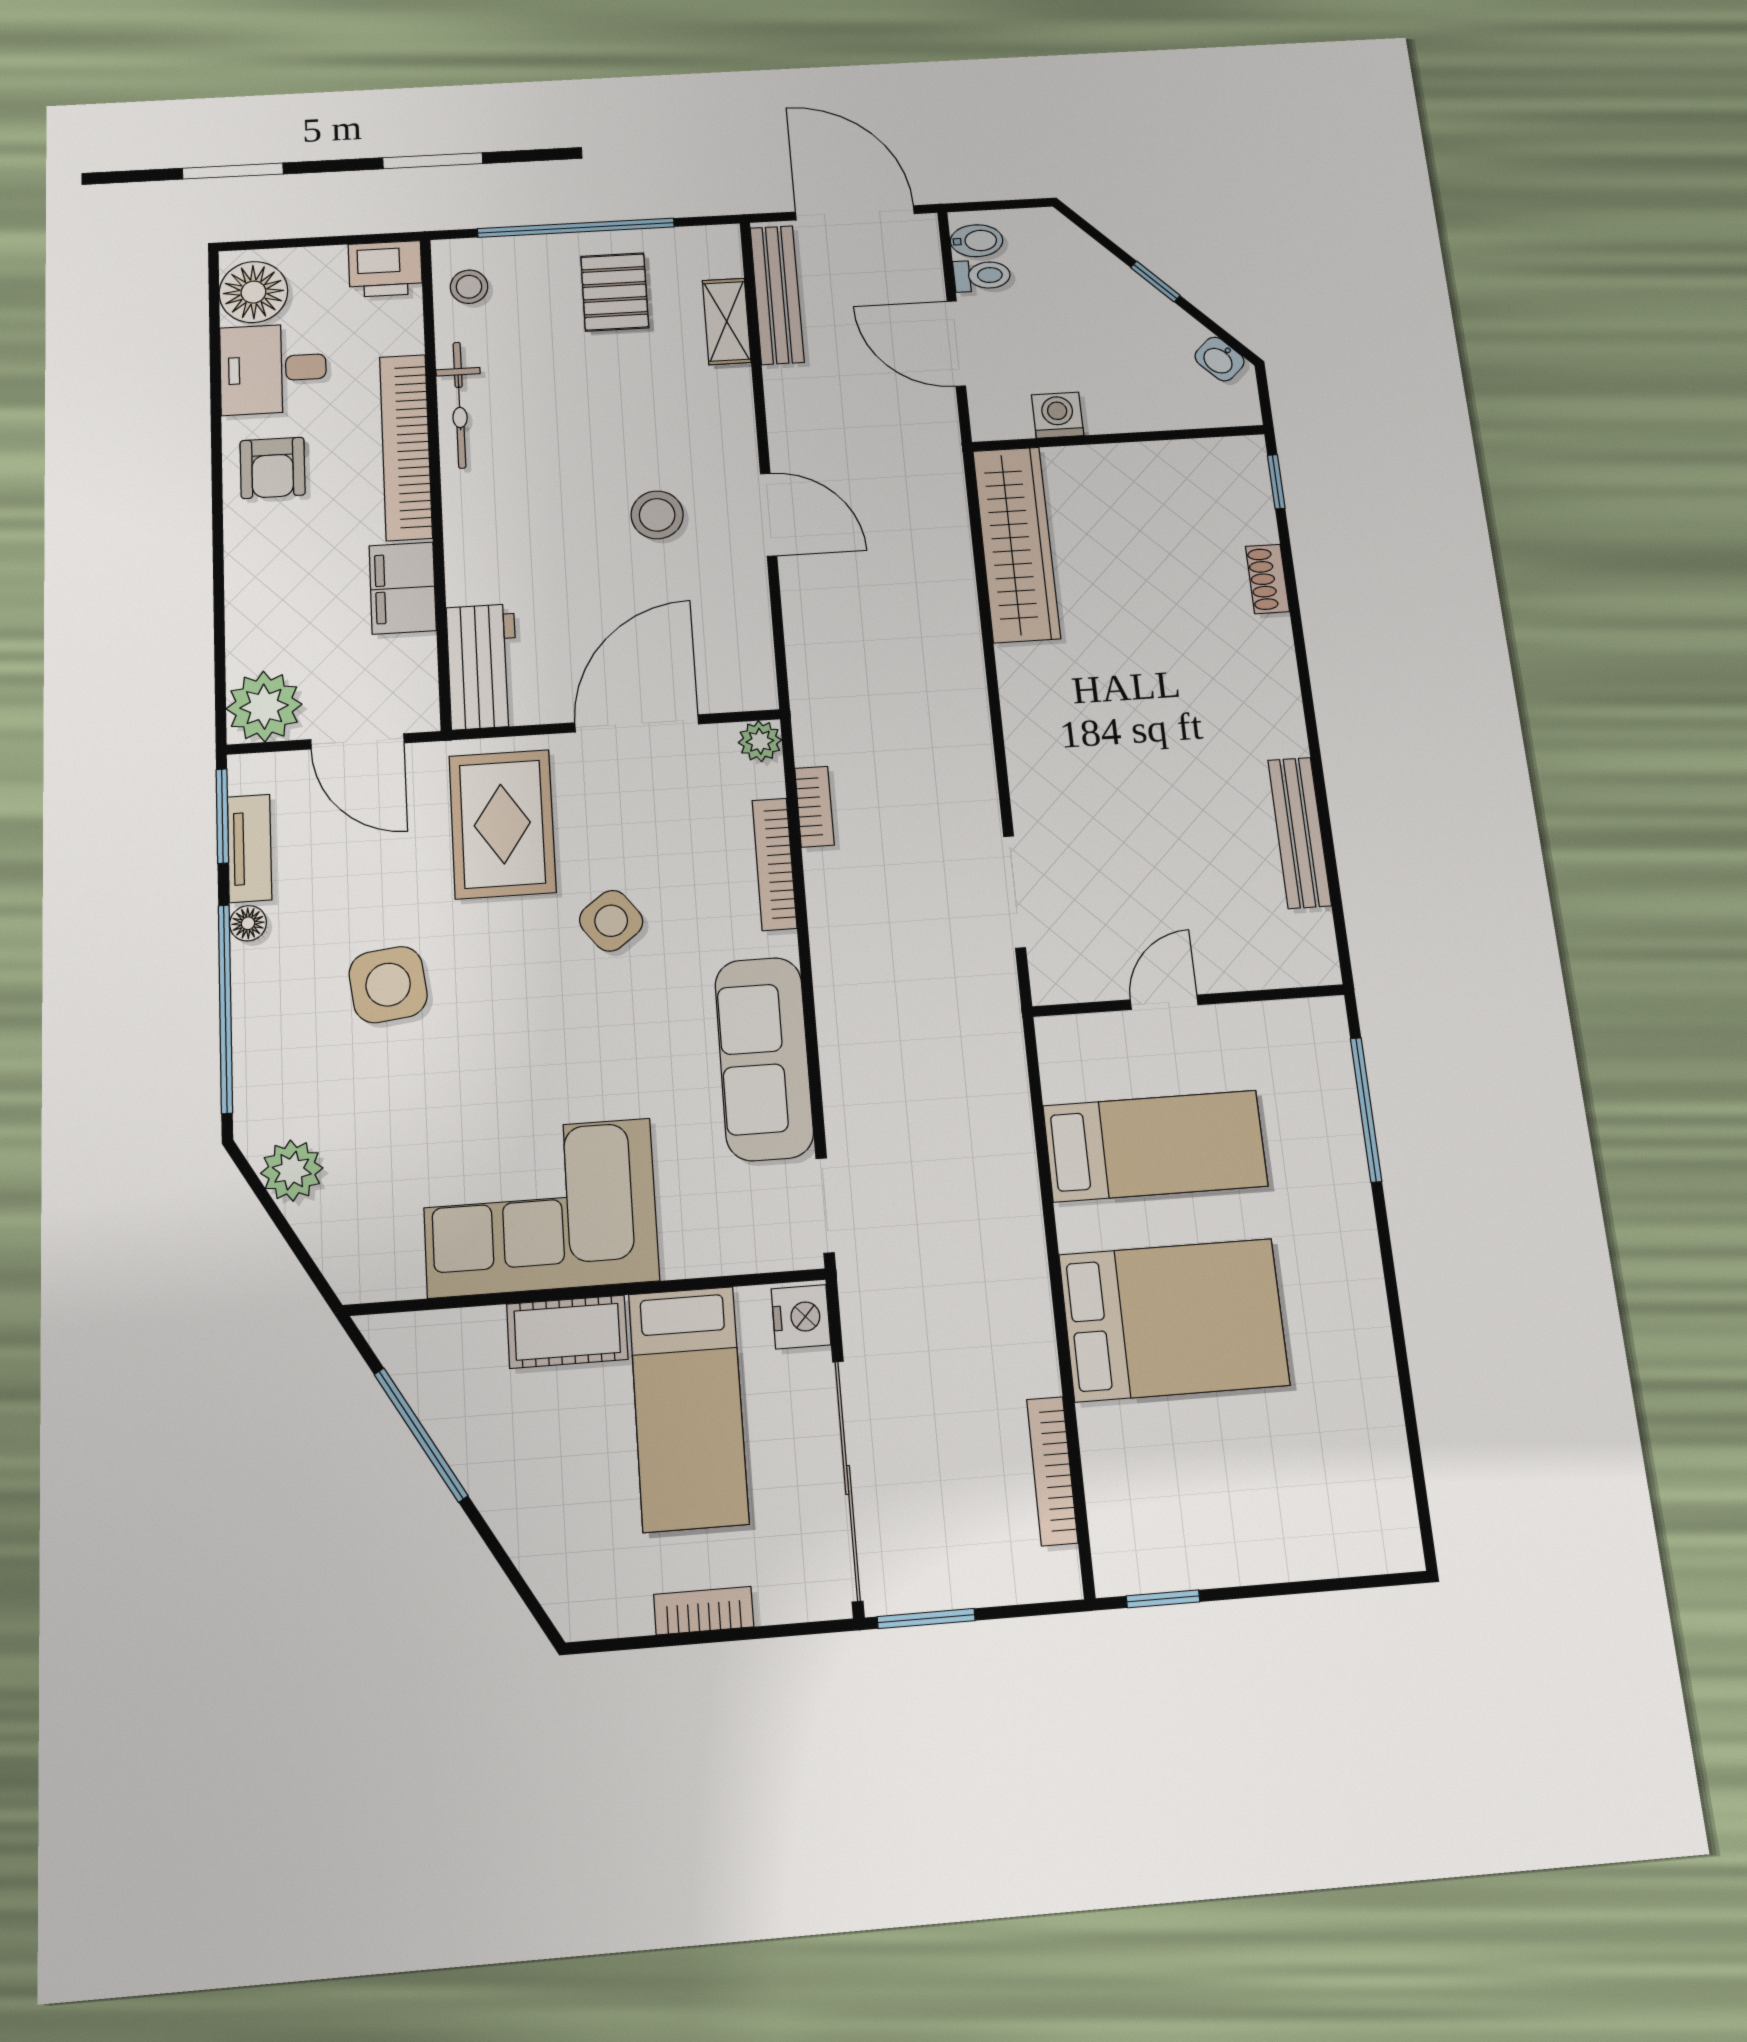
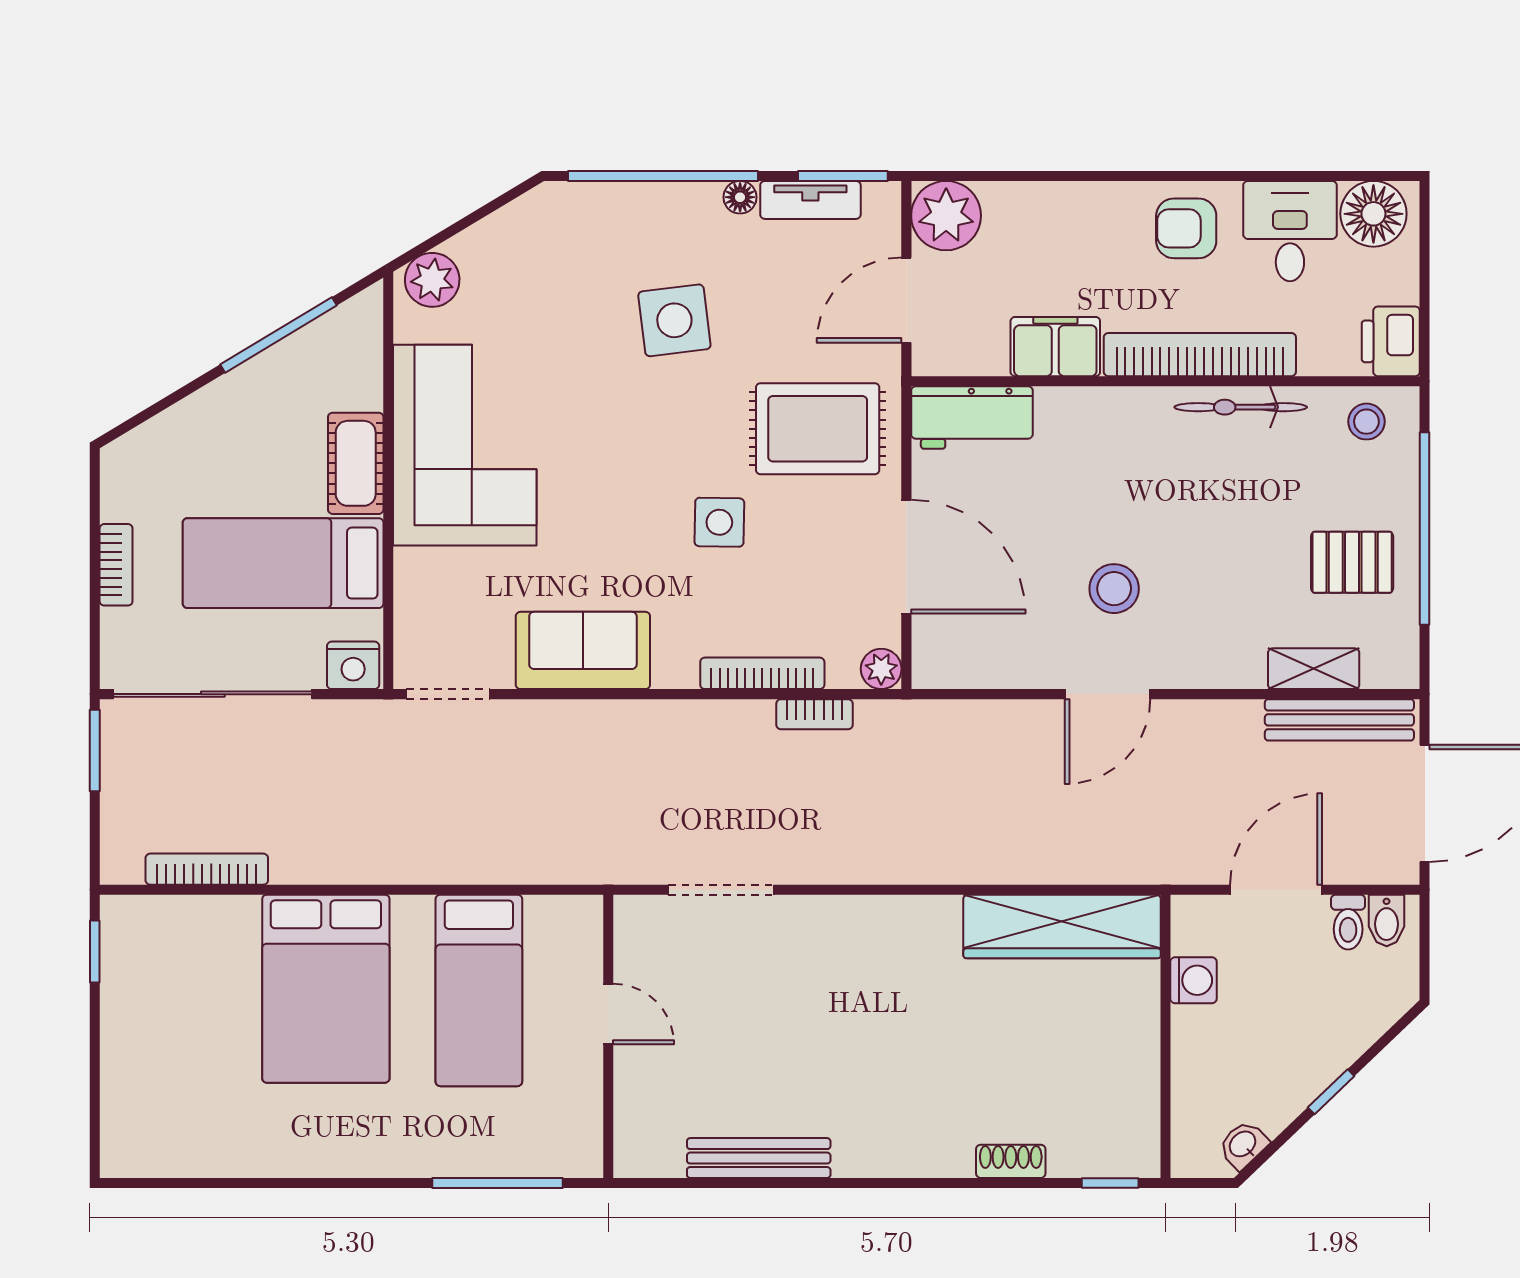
side table: (611, 921) -> (719, 522), turned 38
sofa: (764, 1058) -> (583, 650), width x0.73
plant: (292, 1171) -> (432, 280), moved

